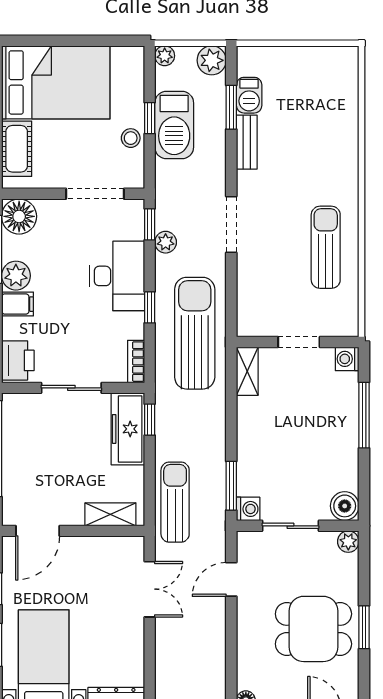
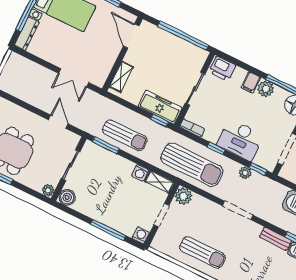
plant: (251, 322) -> (183, 196), added
sun lounger: (175, 502) -> (125, 135), moved
washing machine: (248, 509) -> (140, 173), moved

